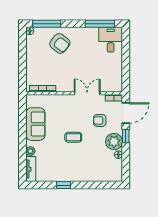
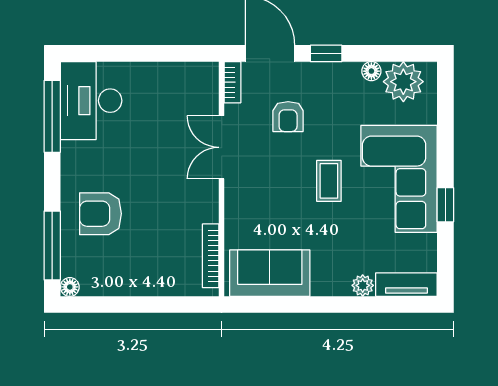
desk: (111, 40) -> (91, 101), width x1.37
armchair: (60, 43) -> (100, 214), turned -128
sofa: (35, 124) -> (270, 273), moved
plant: (114, 142) -> (403, 82), moved
corner sofa: (74, 166) -> (399, 179), added

